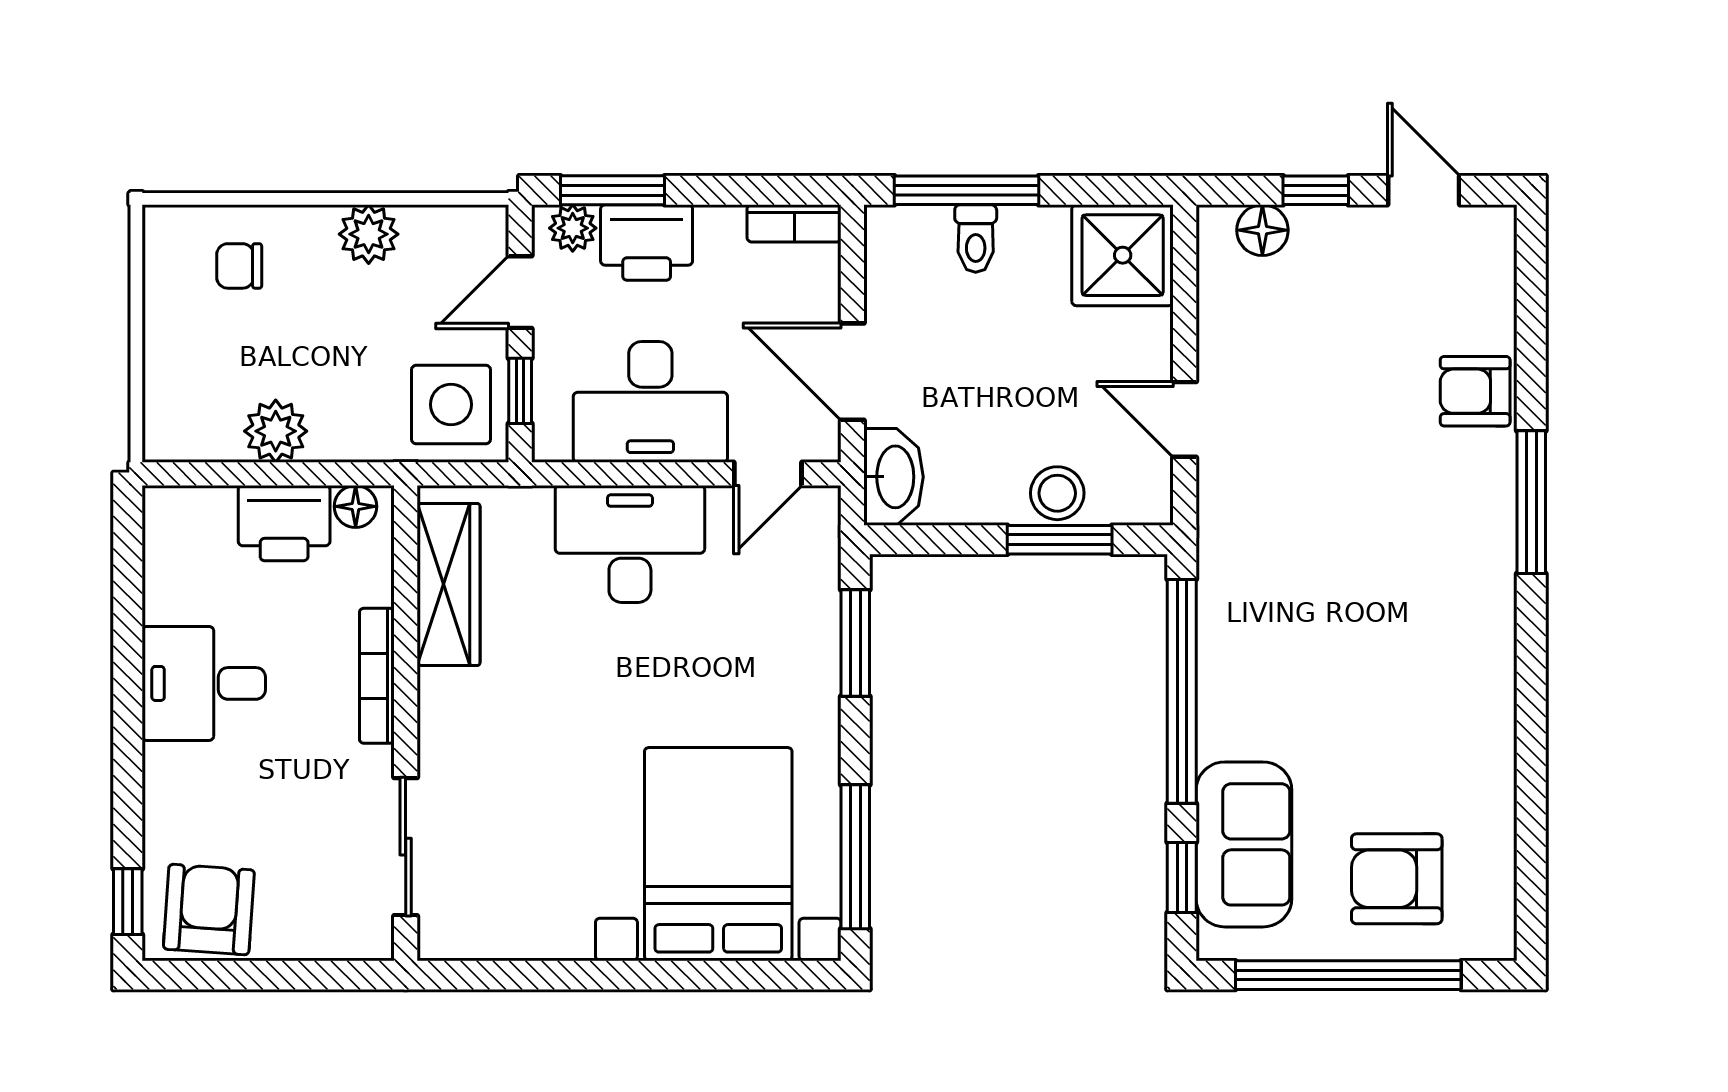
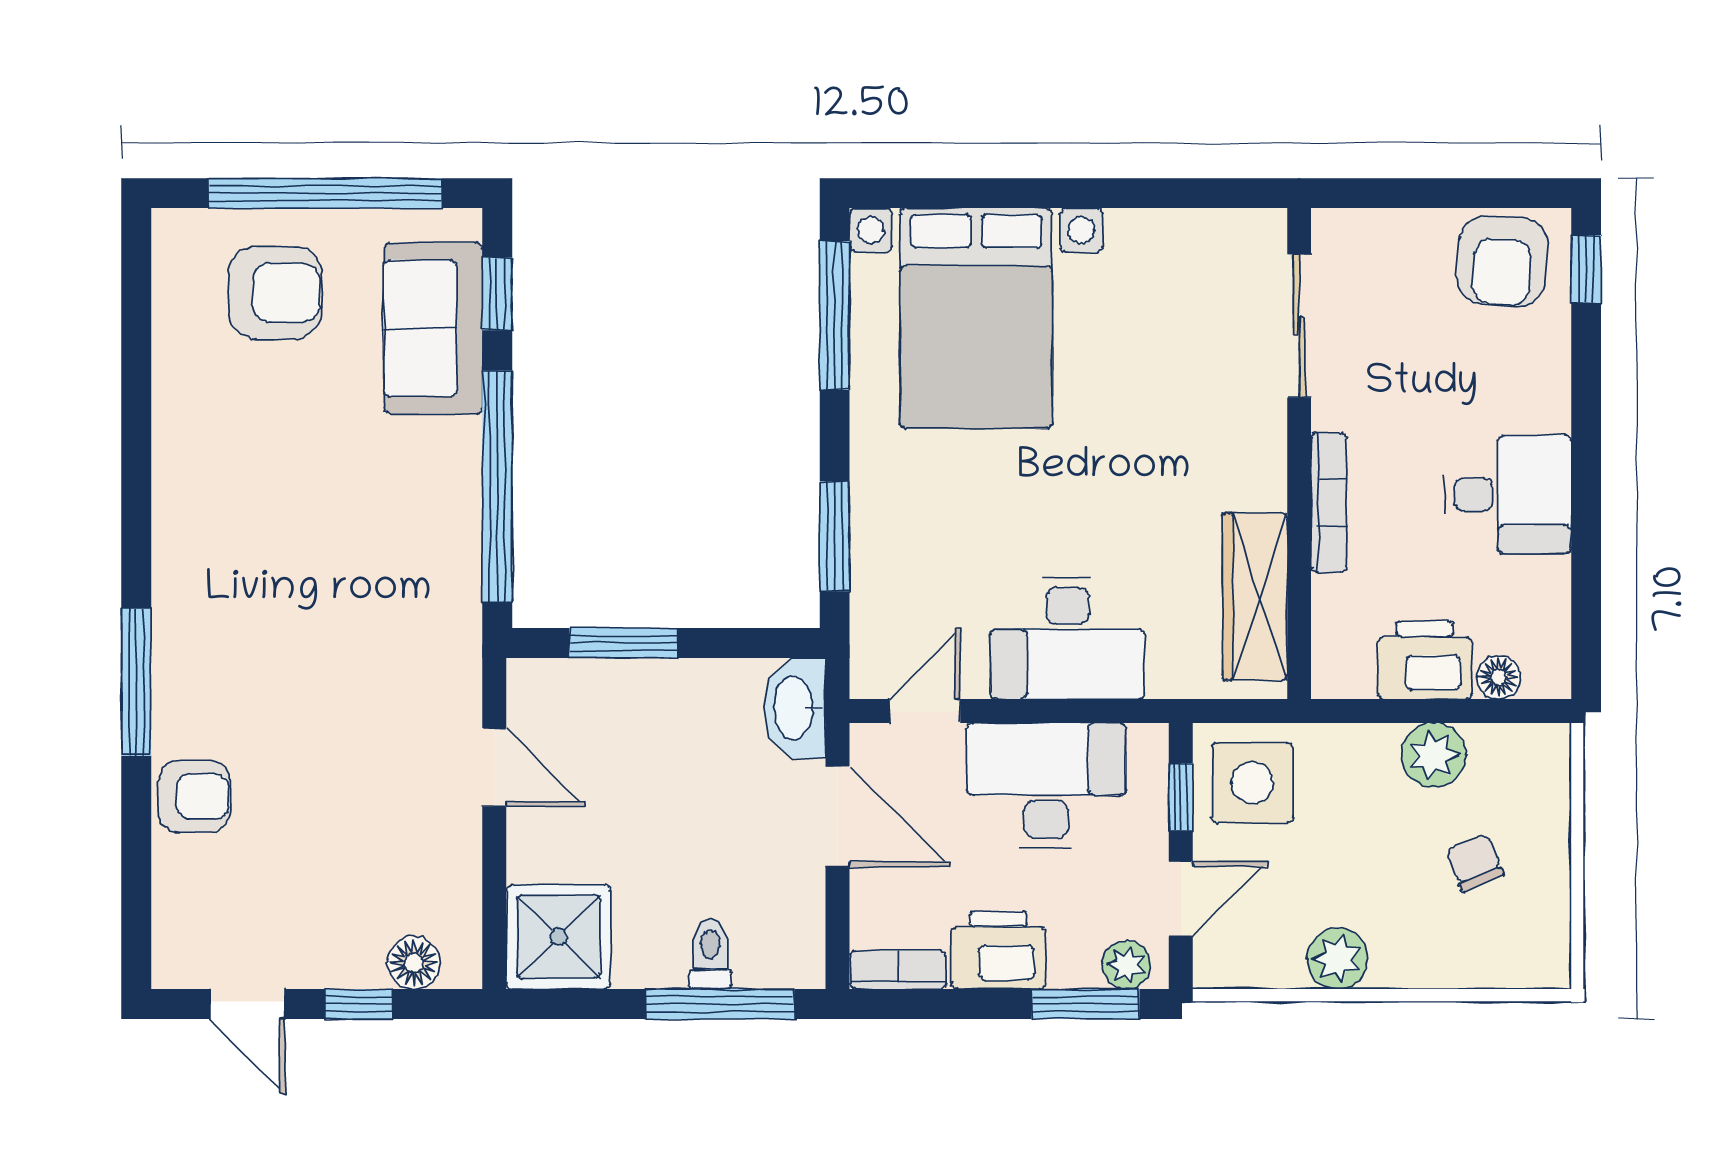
printer: (647, 243) -> (998, 950), moved
chair: (239, 266) -> (1475, 862), moved, turned -112
stool: (1057, 493) -> (626, 691), removed
floor lamp: (356, 506) -> (1498, 677), moved

